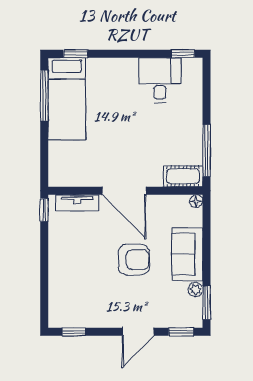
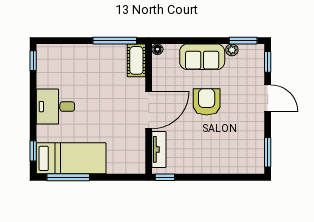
desk: (160, 80) -> (55, 107), moved
window: (74, 332) -> (268, 152), width x1.50

